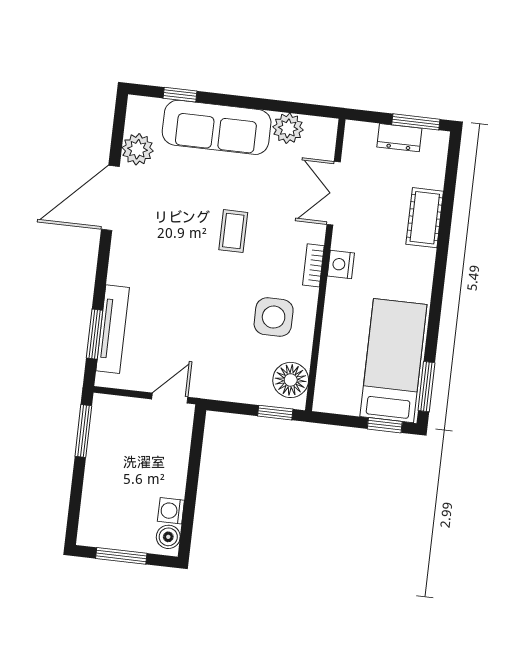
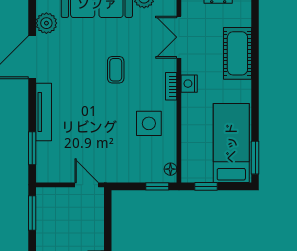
cot: (425, 218) -> (237, 53), width x1.37, depth x1.34
tv unit: (113, 329) -> (44, 112), moved
floor lamp: (291, 380) -> (170, 169), width x0.53, depth x0.53
door: (170, 398) -> (87, 185), hinge flipped
window: (385, 425) -> (206, 186), moved

